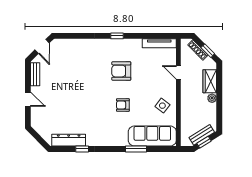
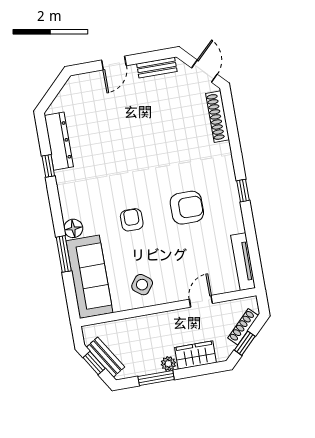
shoe rack: (70, 43) -> (218, 117), added
door: (42, 46) -> (204, 71), swing flipped
armchair: (121, 71) -> (187, 208), turned 90
window: (219, 107) -> (156, 378), added
floor lamp: (122, 141) -> (73, 228), added

